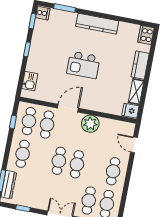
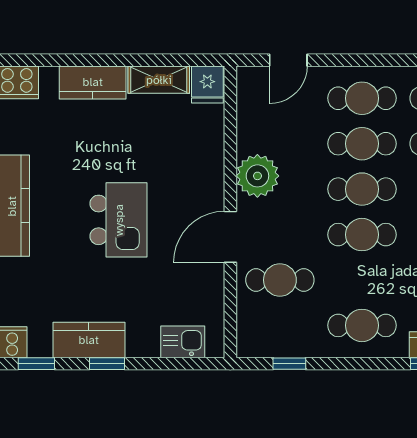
kitchen counter: (38, 44) -> (89, 340), added
door: (68, 108) -> (230, 237), hinge flipped
cafe table: (29, 121) -> (362, 144), moved

